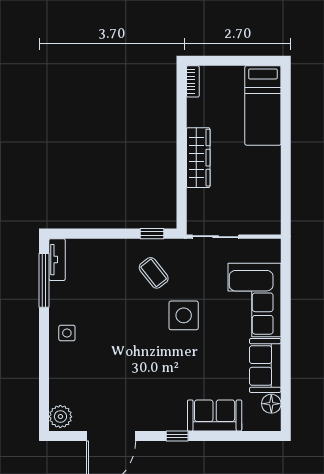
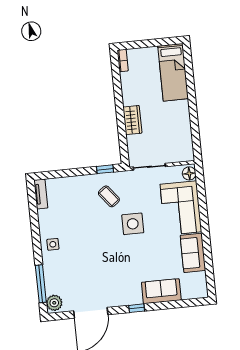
wardrobe: (198, 158) -> (132, 120), width x0.67
window: (44, 280) -> (41, 284), moved
floor lamp: (271, 404) -> (189, 173), moved

